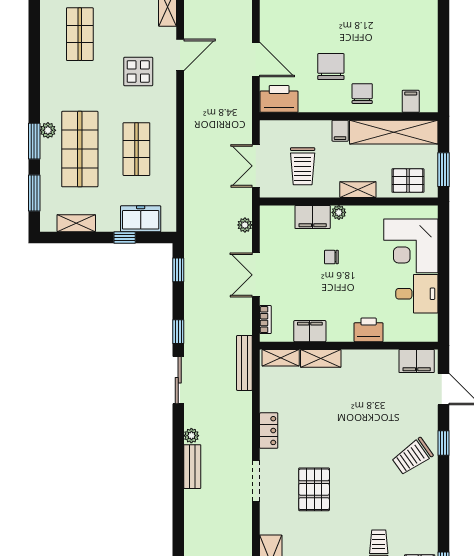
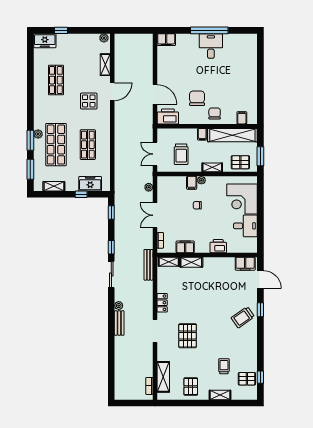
filing cabinet: (313, 217) -> (192, 183), width x0.50

